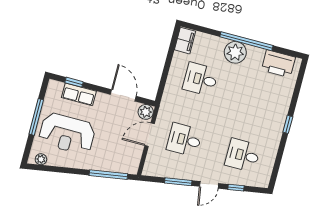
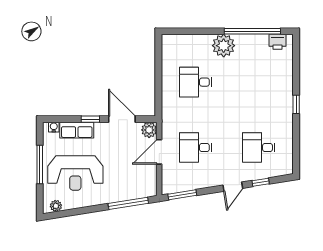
filing cabinet: (185, 41) -> (170, 47), removed
window: (246, 41) -> (252, 31), moved
printer: (278, 64) -> (277, 42), width x0.53, depth x0.68
window: (74, 82) -> (90, 119), moved
water cooler: (58, 86) -> (54, 127), added
window: (178, 182) -> (182, 195), moved

